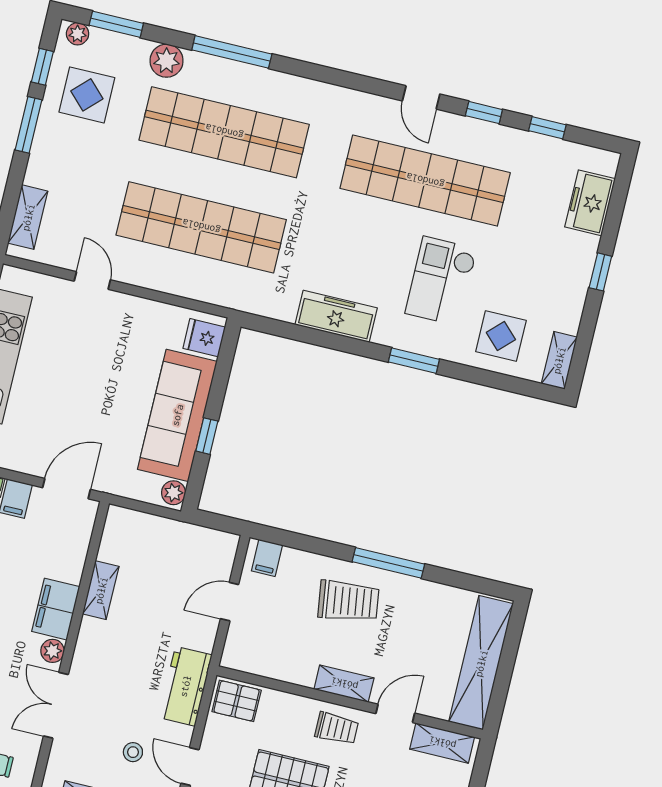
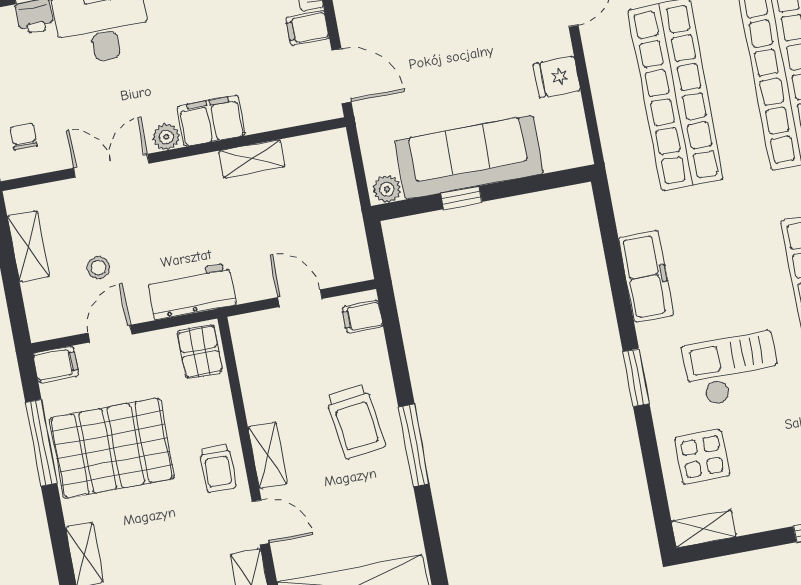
fridge: (204, 338) -> (557, 77), moved, turned -90

